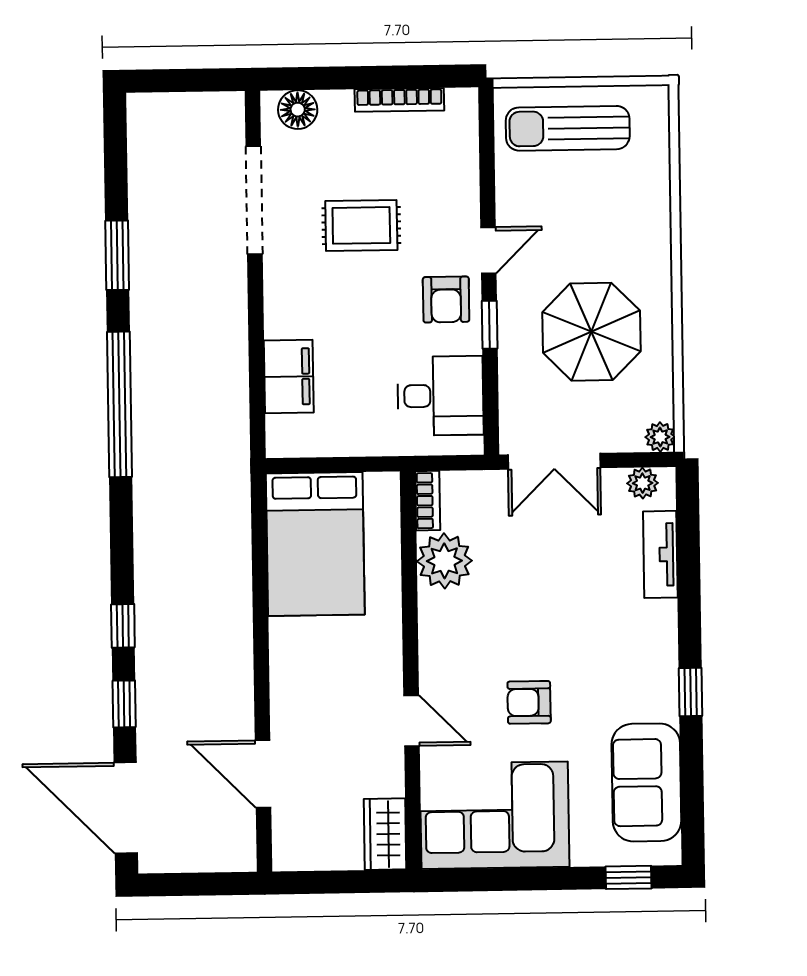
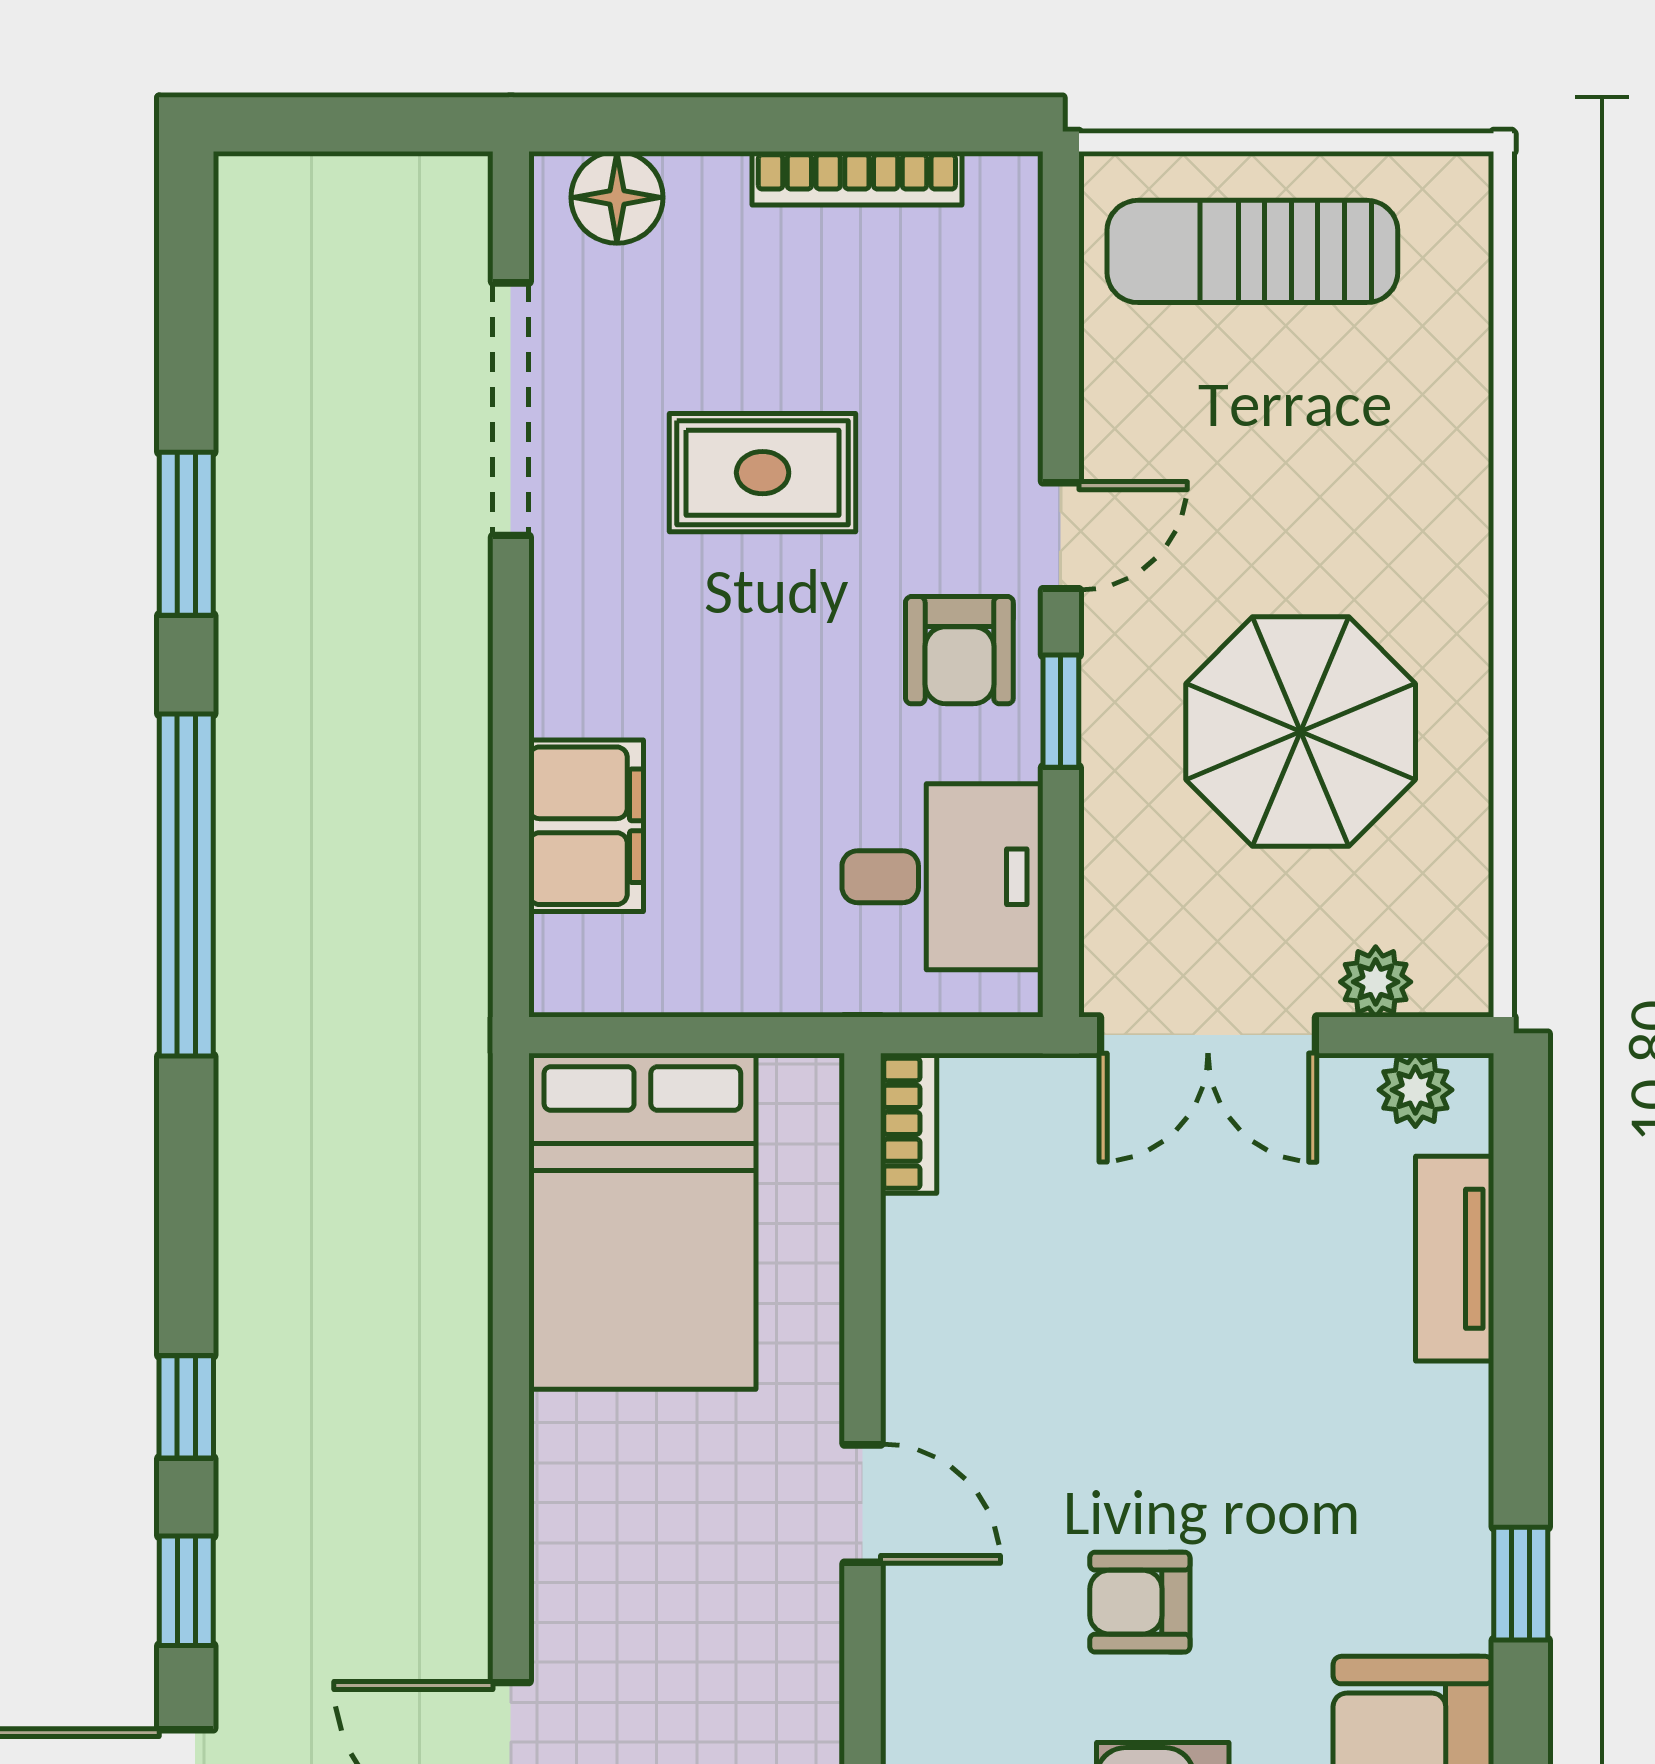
plant: (660, 437) -> (1376, 982), moved
plant: (444, 561) -> (946, 1266), removed
door: (412, 721) -> (863, 1504), moved

